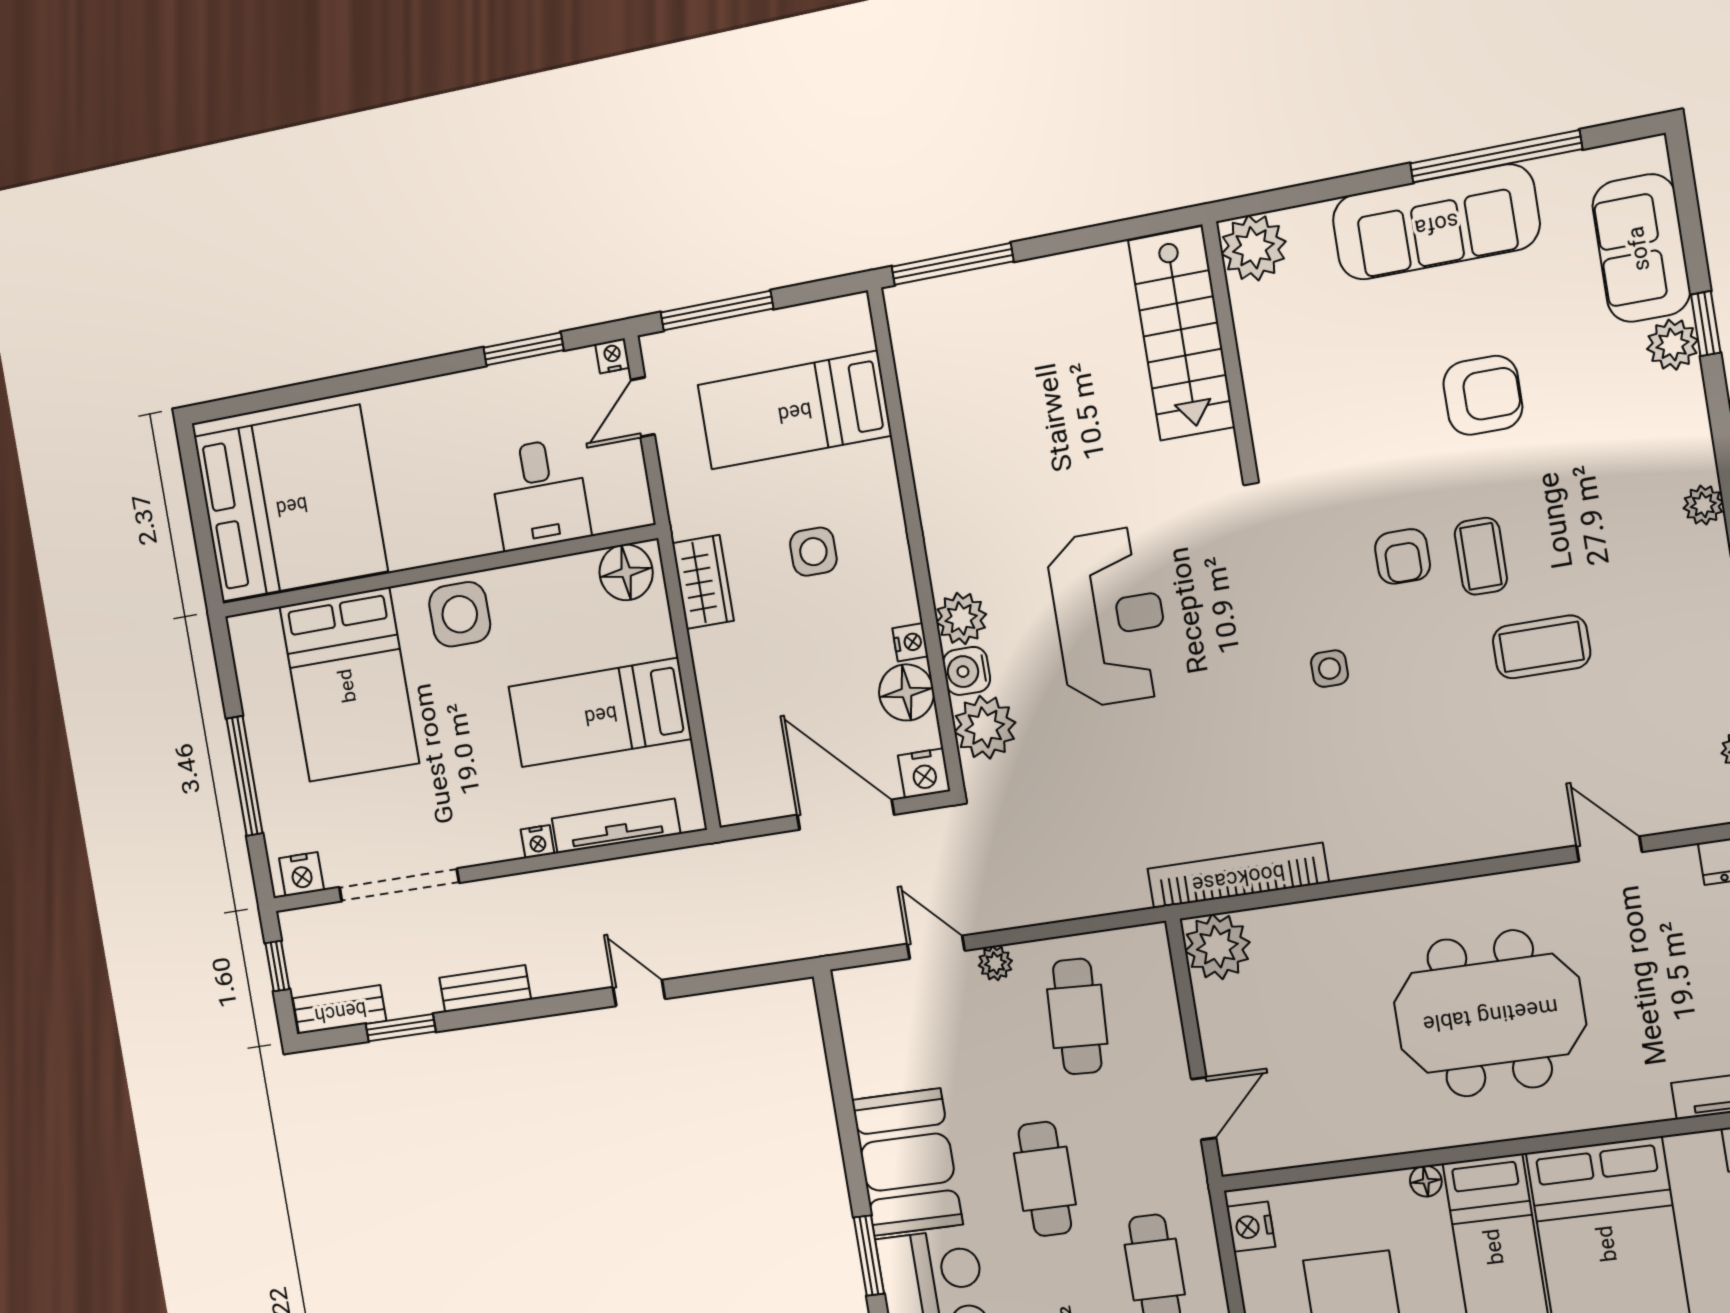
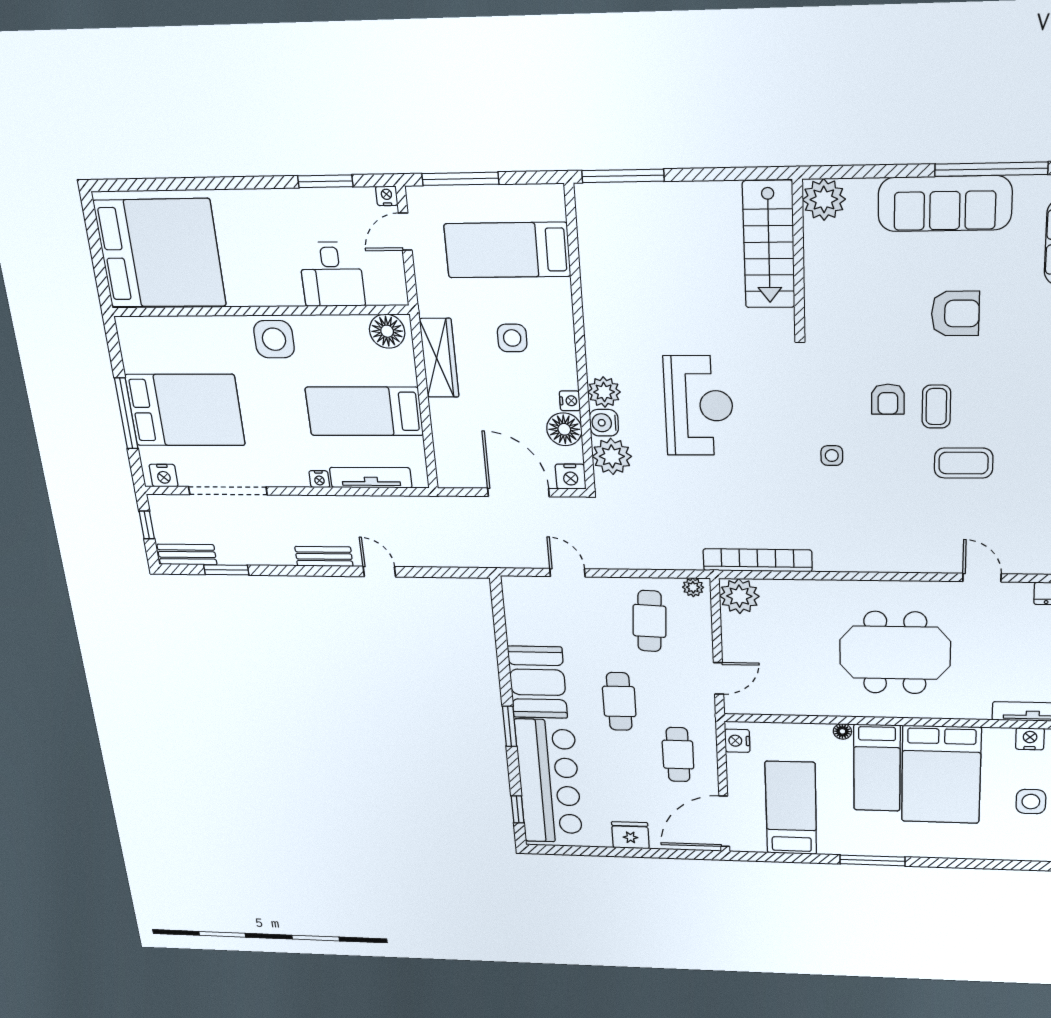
wardrobe: (703, 582) -> (439, 358), width x1.50
bed: (349, 685) -> (185, 410), moved, turned -90
plant: (995, 963) -> (693, 587), moved
bench: (485, 989) -> (324, 556), moved

